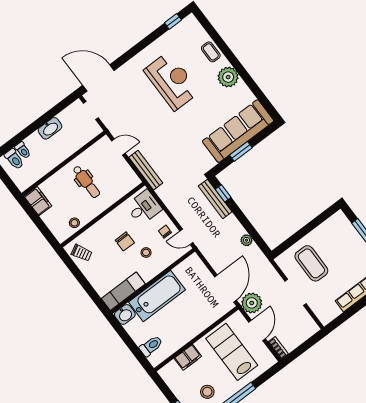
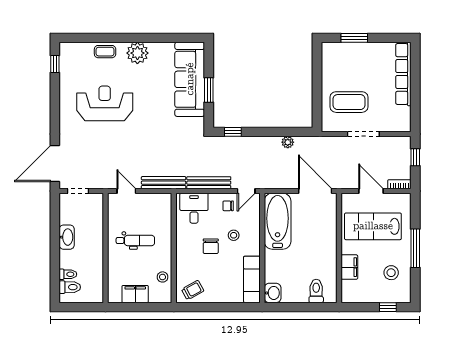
door: (118, 147) -> (126, 191), hinge flipped
bench: (215, 199) -> (209, 183), moved
filing cabinet: (38, 201) -> (135, 294), moved
chair: (125, 241) -> (211, 246), turned 90
bathtub: (157, 296) -> (278, 221), moved
plant: (252, 303) -> (344, 178), removed
window: (307, 344) -> (415, 157), added

